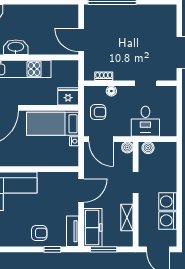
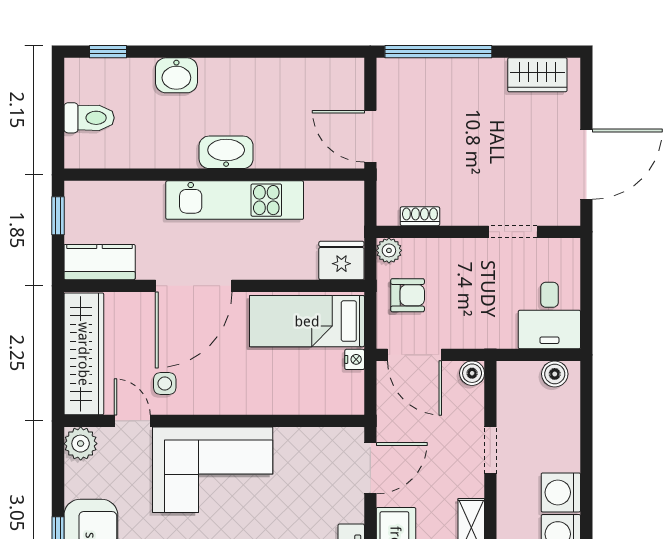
wardrobe: (157, 12) -> (537, 75), added
floor lamp: (111, 91) -> (437, 249), removed
plant: (90, 92) -> (389, 250), added
desk: (145, 121) -> (549, 315), moved
boiler: (148, 148) -> (555, 374), moved

